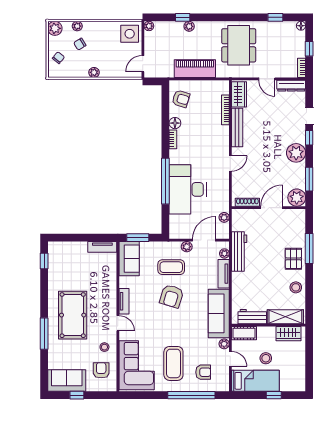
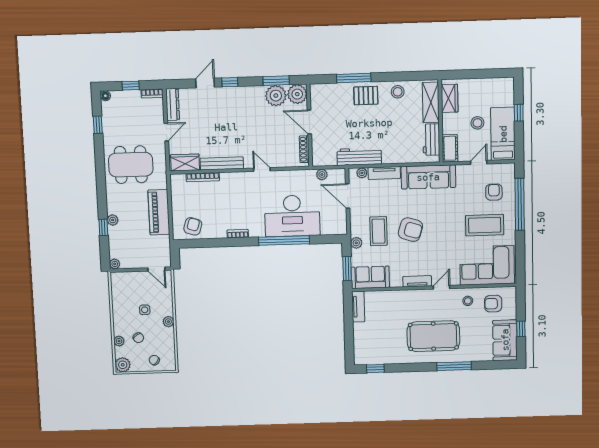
side table: (130, 34) -> (145, 310), moved, width x0.54, depth x0.54
floor lamp: (175, 123) -> (220, 232), removed
plant: (296, 153) -> (276, 96), moved
plant: (187, 247) -> (356, 243), moved
plant: (224, 344) -> (462, 170), removed

